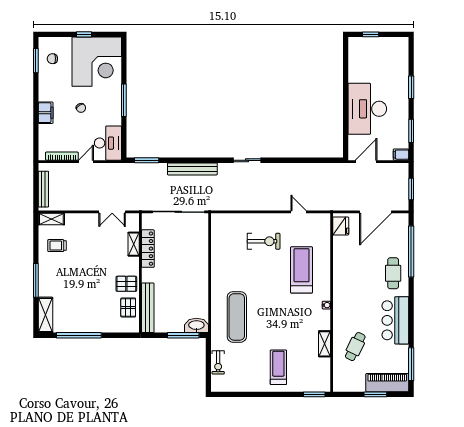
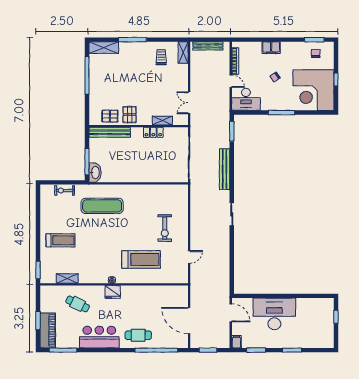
fridge: (341, 226) -> (113, 292), moved
locker: (148, 249) -> (153, 132), width x0.66
shelving: (325, 344) -> (67, 279), moved

